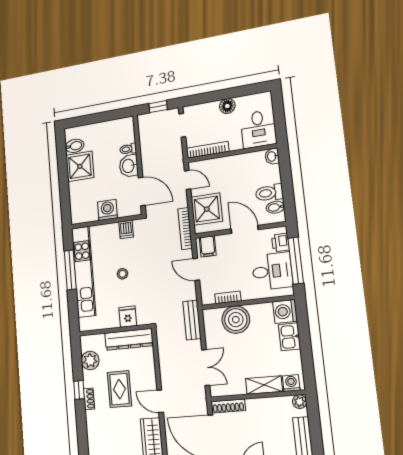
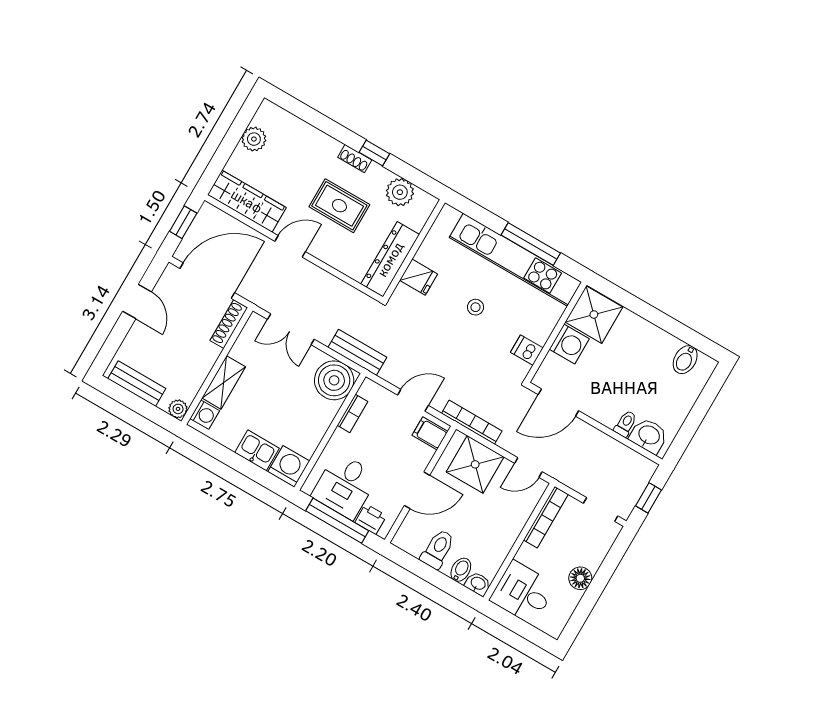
shower: (80, 166) -> (594, 315), moved
washbasin: (129, 166) -> (649, 436), moved
bidet: (275, 207) -> (461, 570), moved
boiler: (236, 320) -> (334, 380), moved

